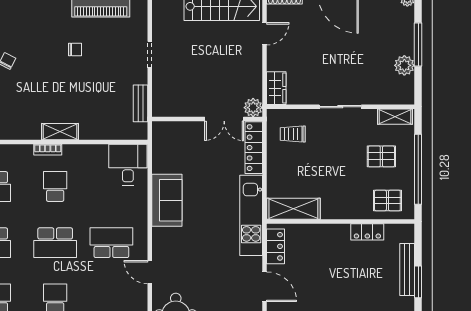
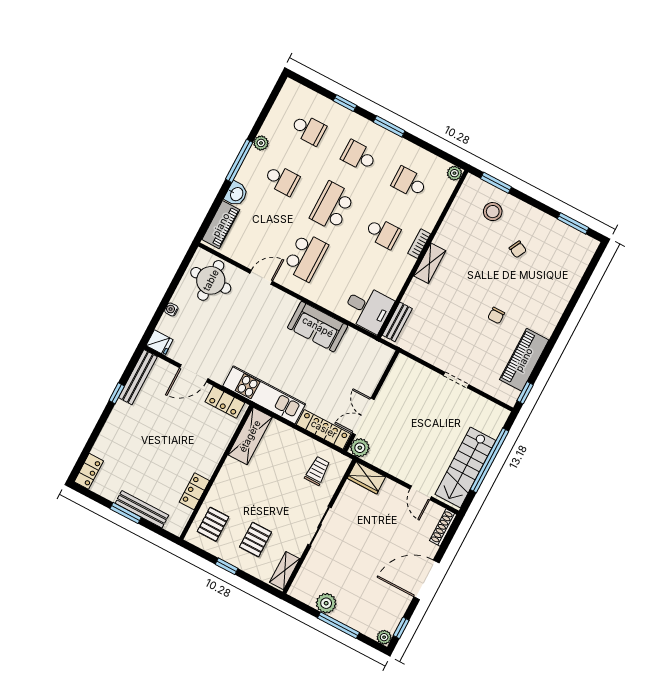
bench: (140, 103) -> (397, 322), moved, turned 90
window: (418, 169) -> (227, 566), width x0.32

